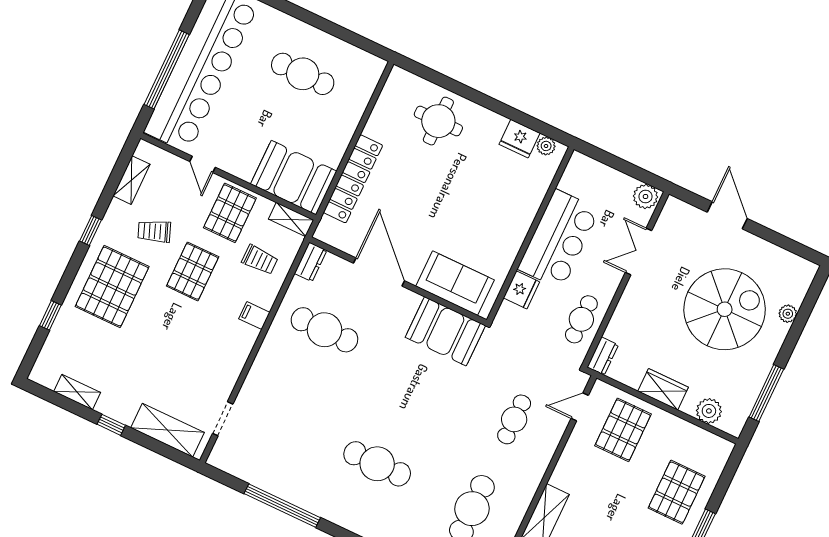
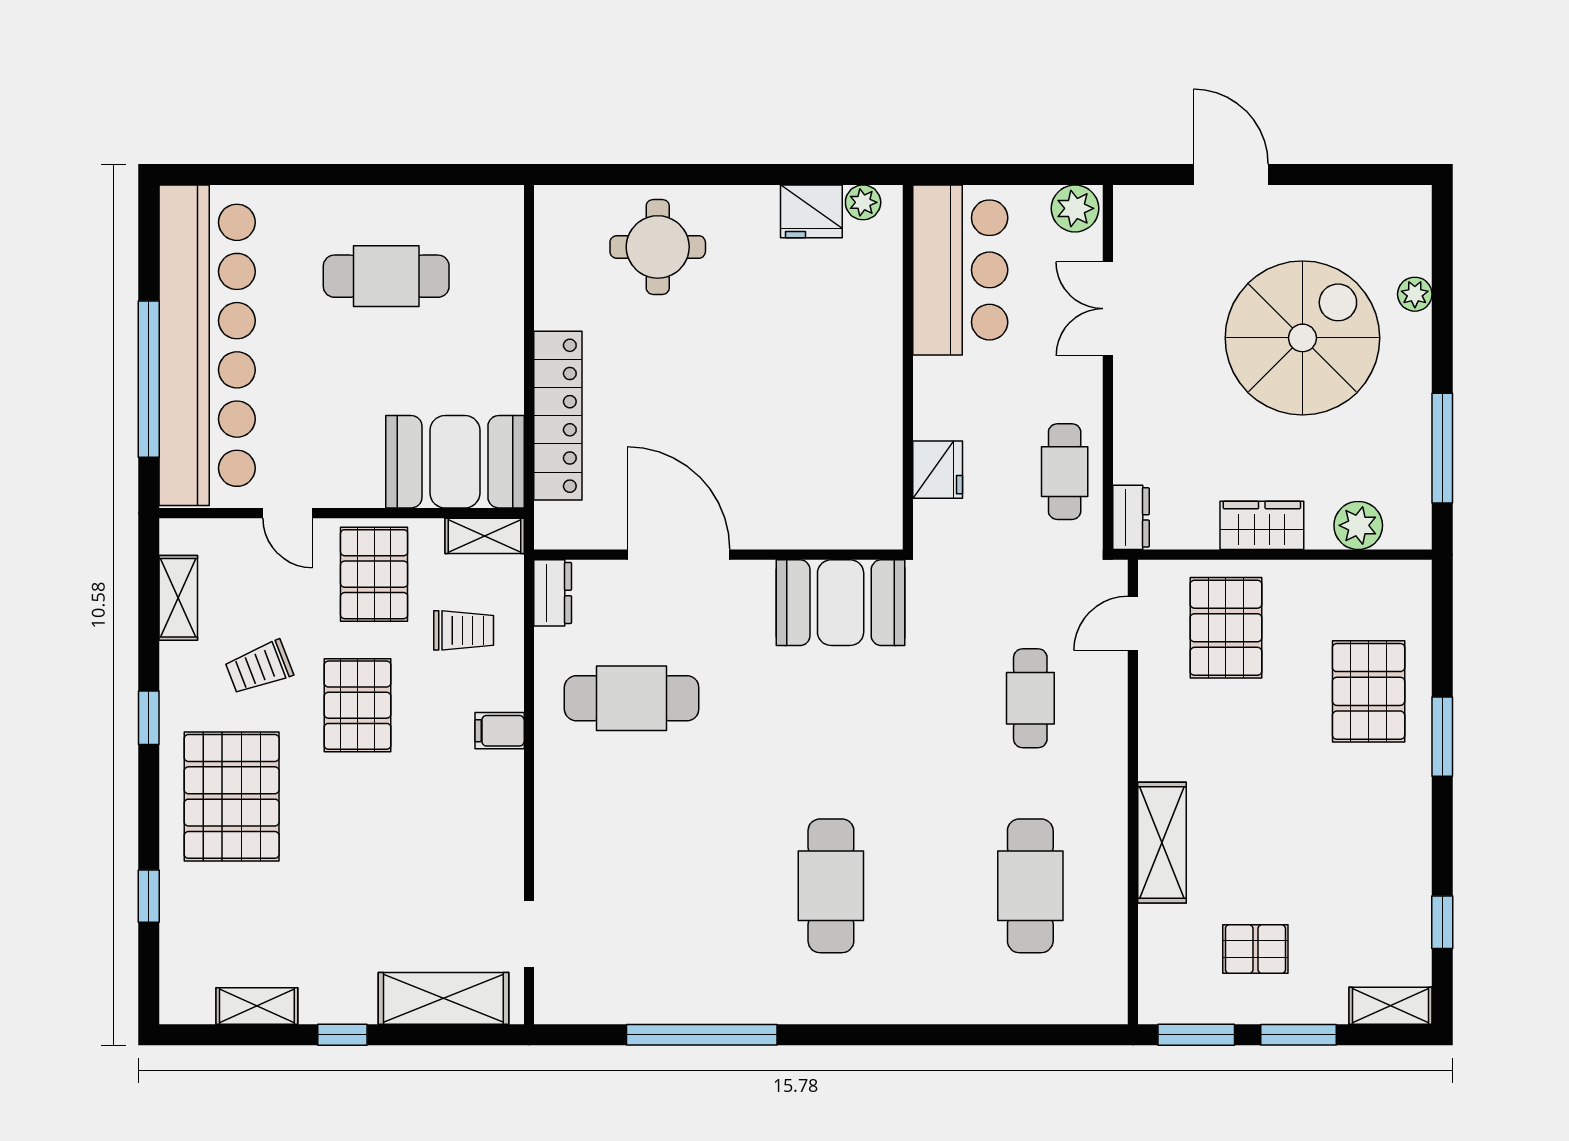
bar counter: (559, 239) -> (960, 270), moved
sofa: (455, 283) -> (818, 512), removed
cafe table: (377, 464) -> (831, 886), turned 90

